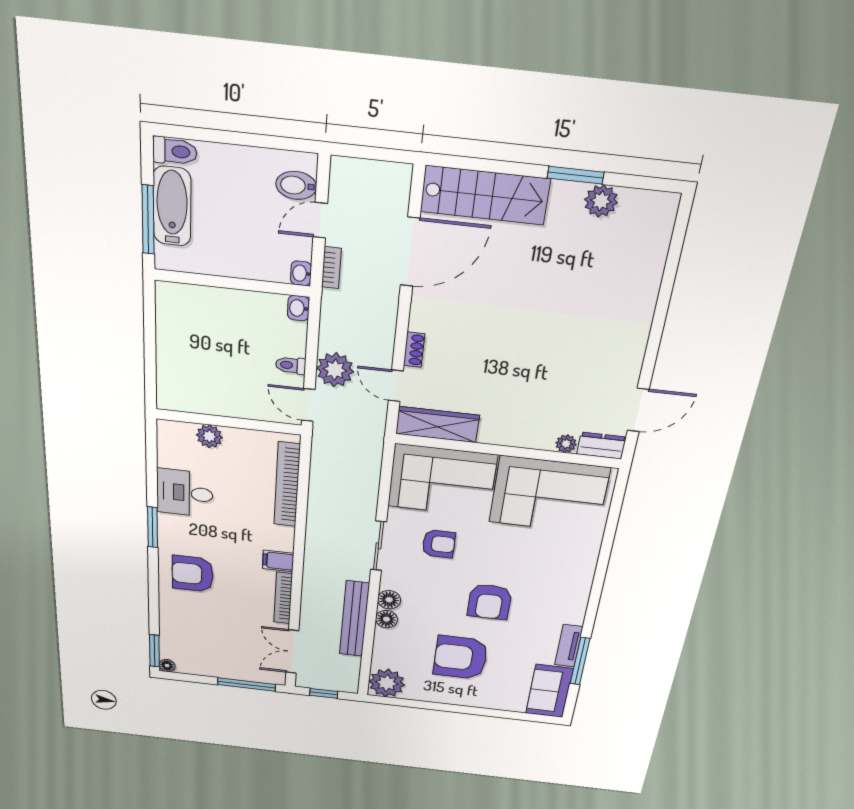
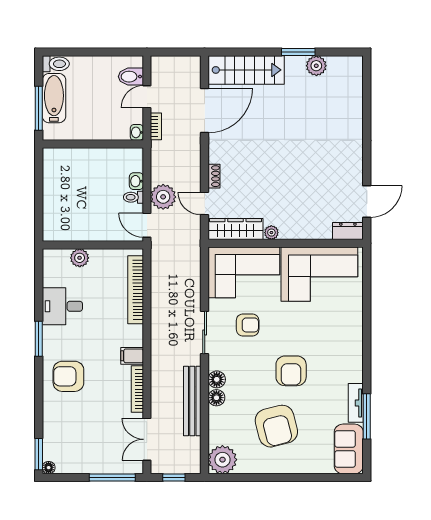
washbasin: (298, 308) -> (136, 181), moved
plant: (566, 444) -> (271, 233), moved
armchair: (461, 658) -> (276, 426), turned -104

